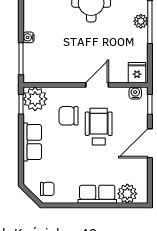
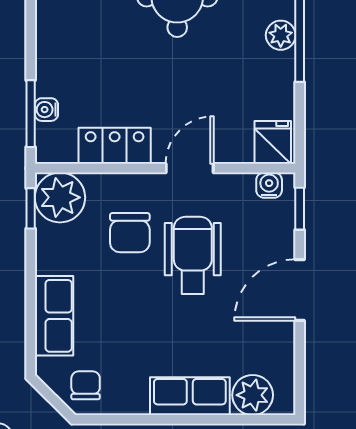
water cooler: (29, 37) -> (46, 110), moved
locker: (61, 74) -> (115, 146), added
chair: (68, 116) -> (130, 233), turned -90
row of seats: (32, 142) -> (54, 316), moved
chair: (47, 189) -> (86, 385), turned -90

